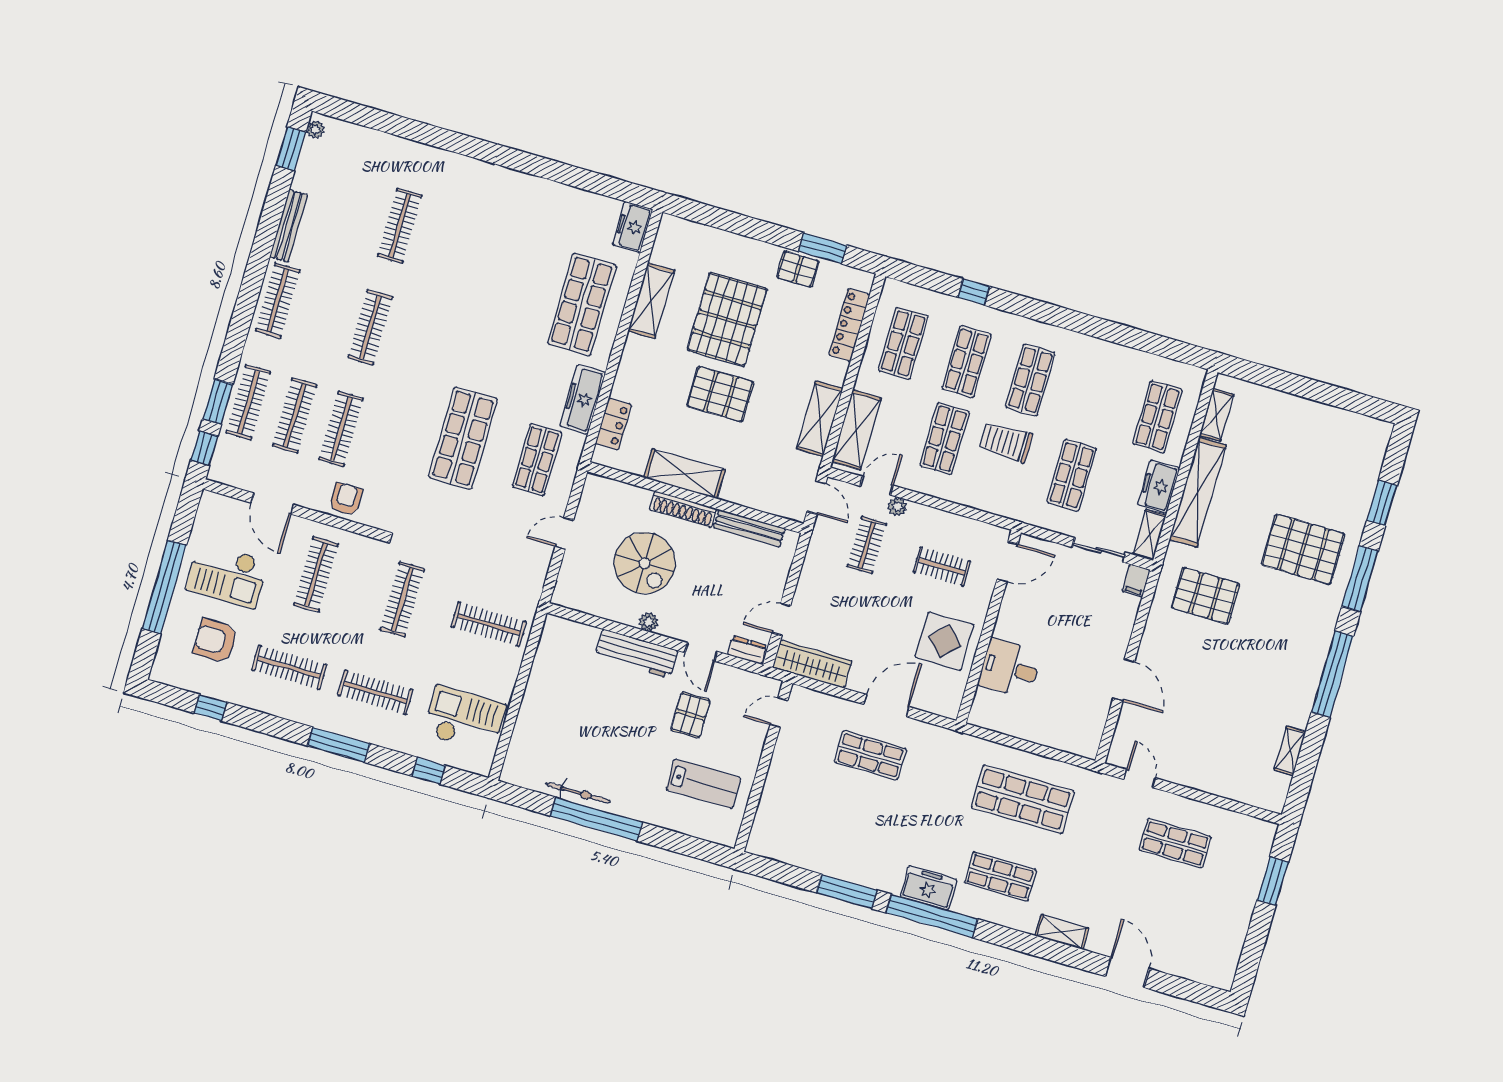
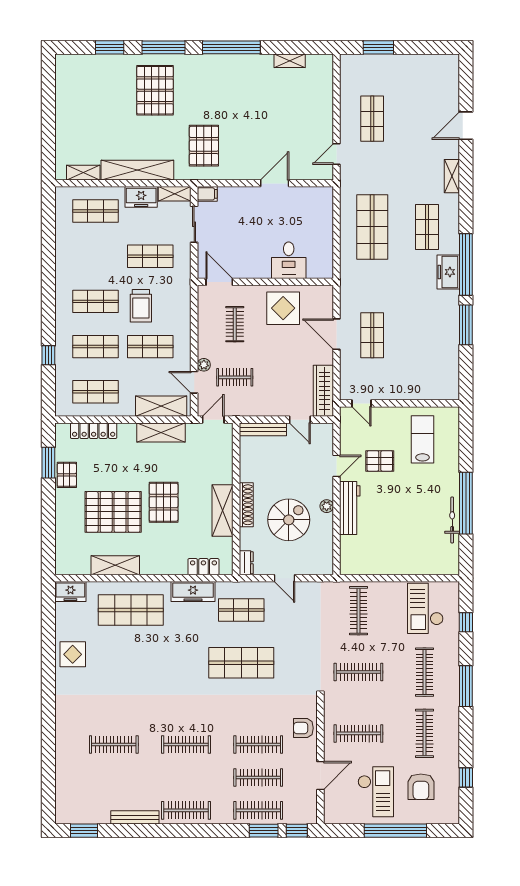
plant: (315, 130) -> (67, 818), removed
display table: (543, 205) -> (73, 654), added
bench: (749, 528) -> (263, 429), moved, turned 90
dresser: (747, 650) -> (246, 563), moved, turned 180

